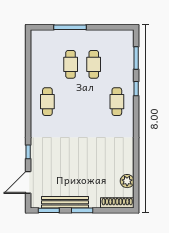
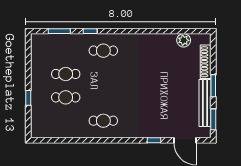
window: (70, 27) -> (28, 98), width x0.46
shoe rack: (117, 203) -> (206, 62), moved

